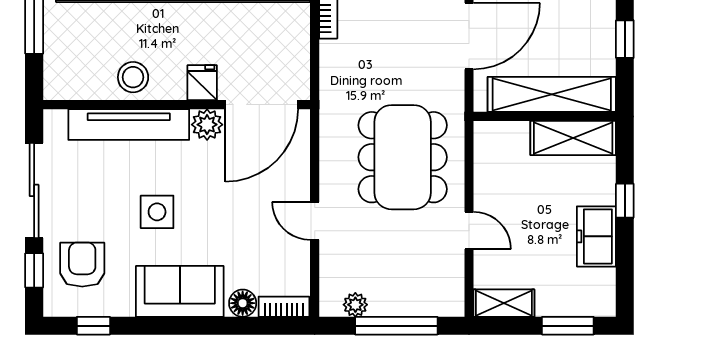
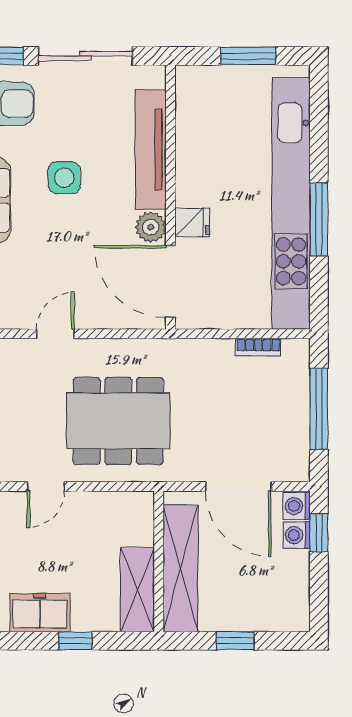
stool: (133, 77) -> (198, 154), removed

